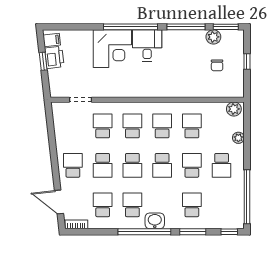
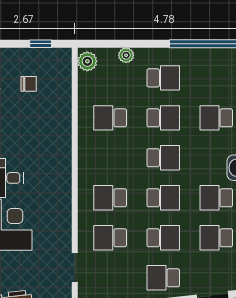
window: (247, 61) -> (41, 44), moved
school desk: (162, 126) -> (110, 158), removed
school desk: (192, 165) -> (163, 118), turned 180

